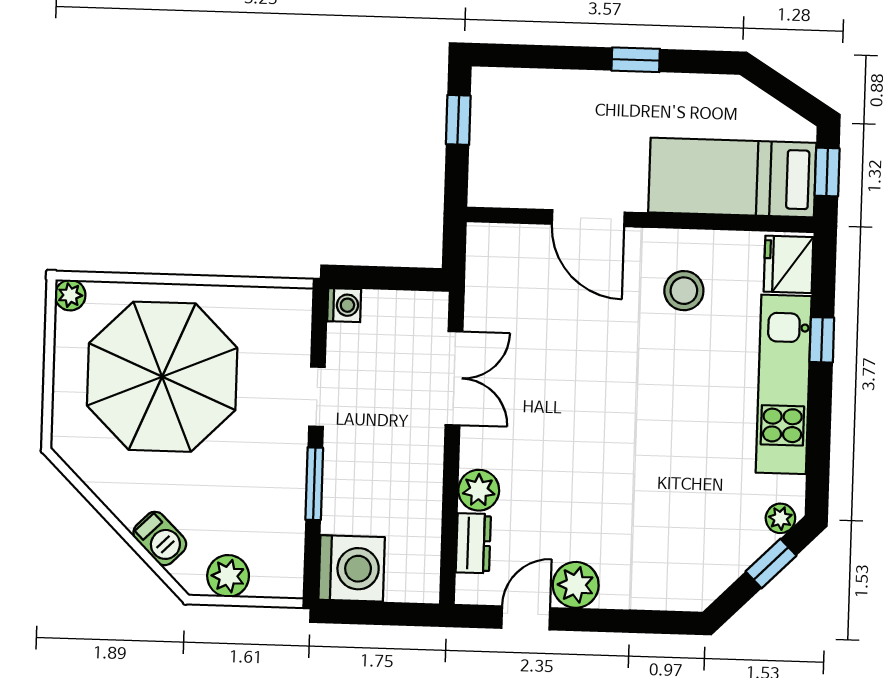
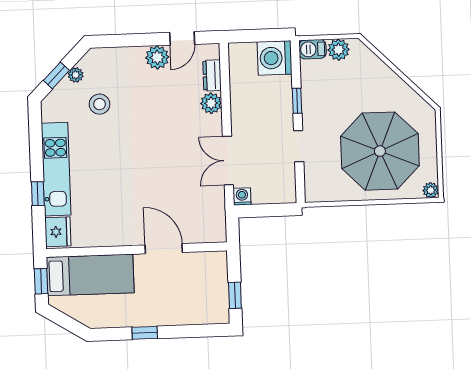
stool: (684, 291) -> (100, 104), moved
washing machine: (344, 305) -> (242, 196), moved, turned 90
window: (314, 484) -> (297, 101), width x0.67
plant: (780, 518) -> (76, 75), moved
barbecue: (160, 538) -> (313, 49), moved, turned -45

